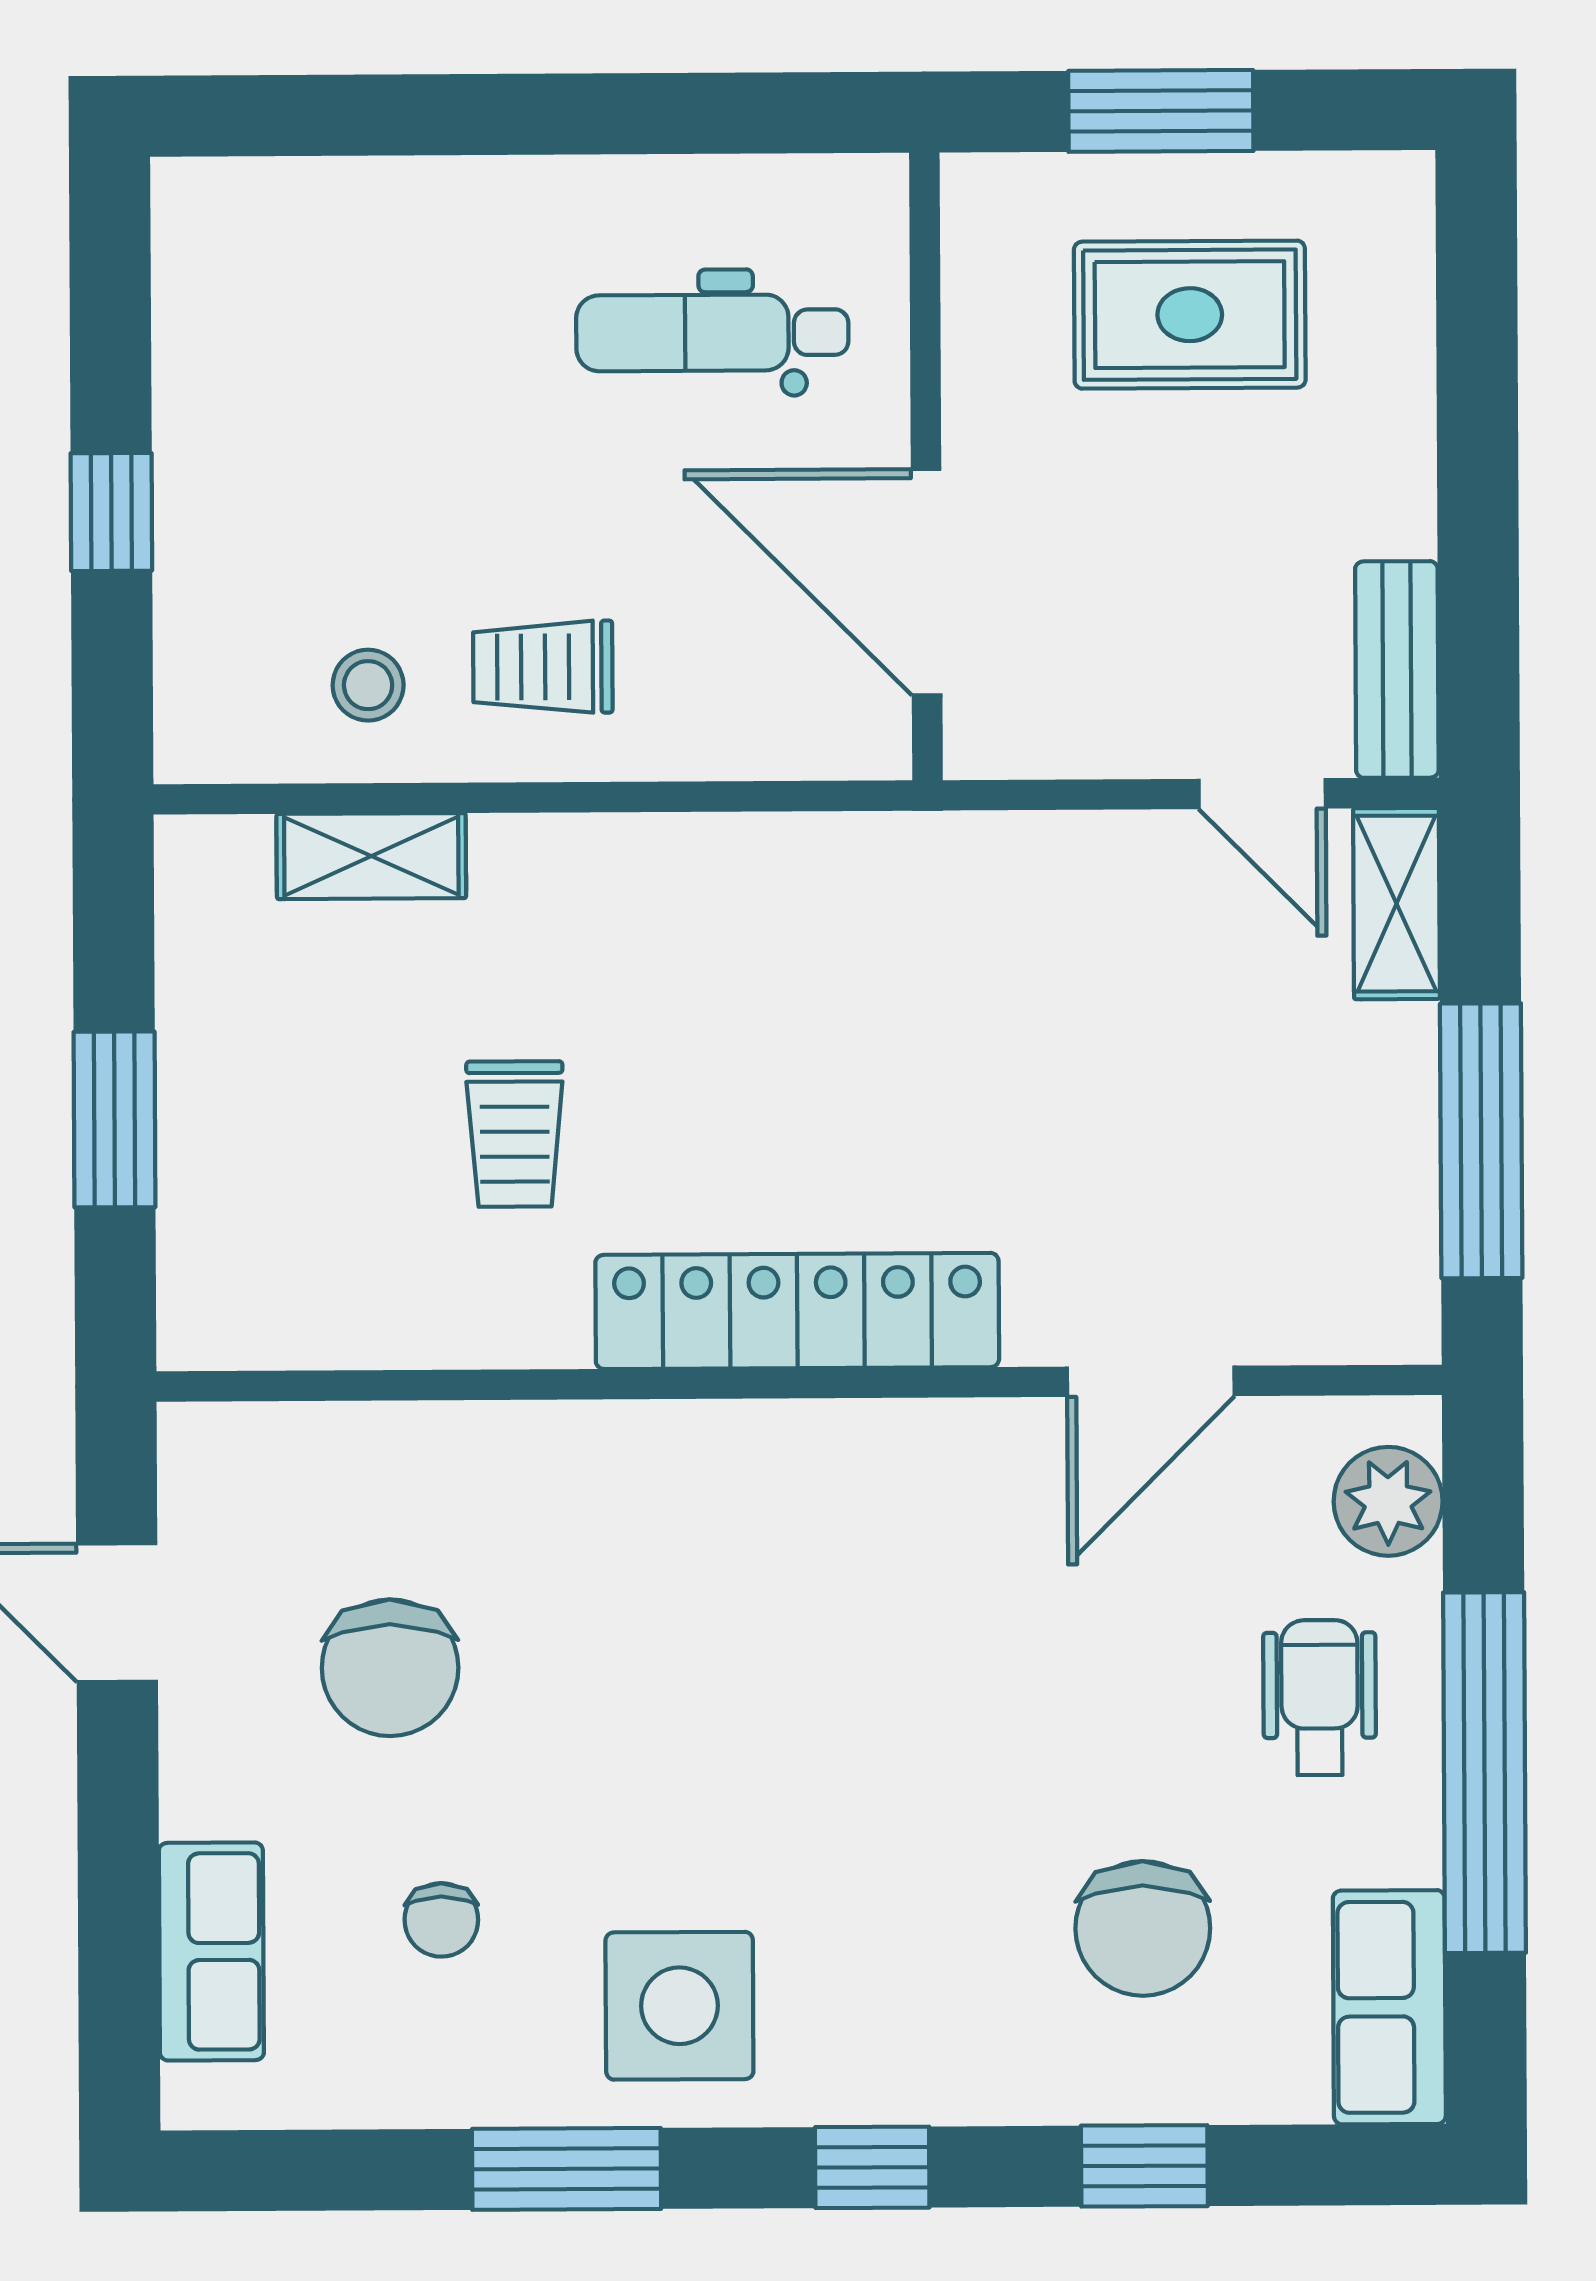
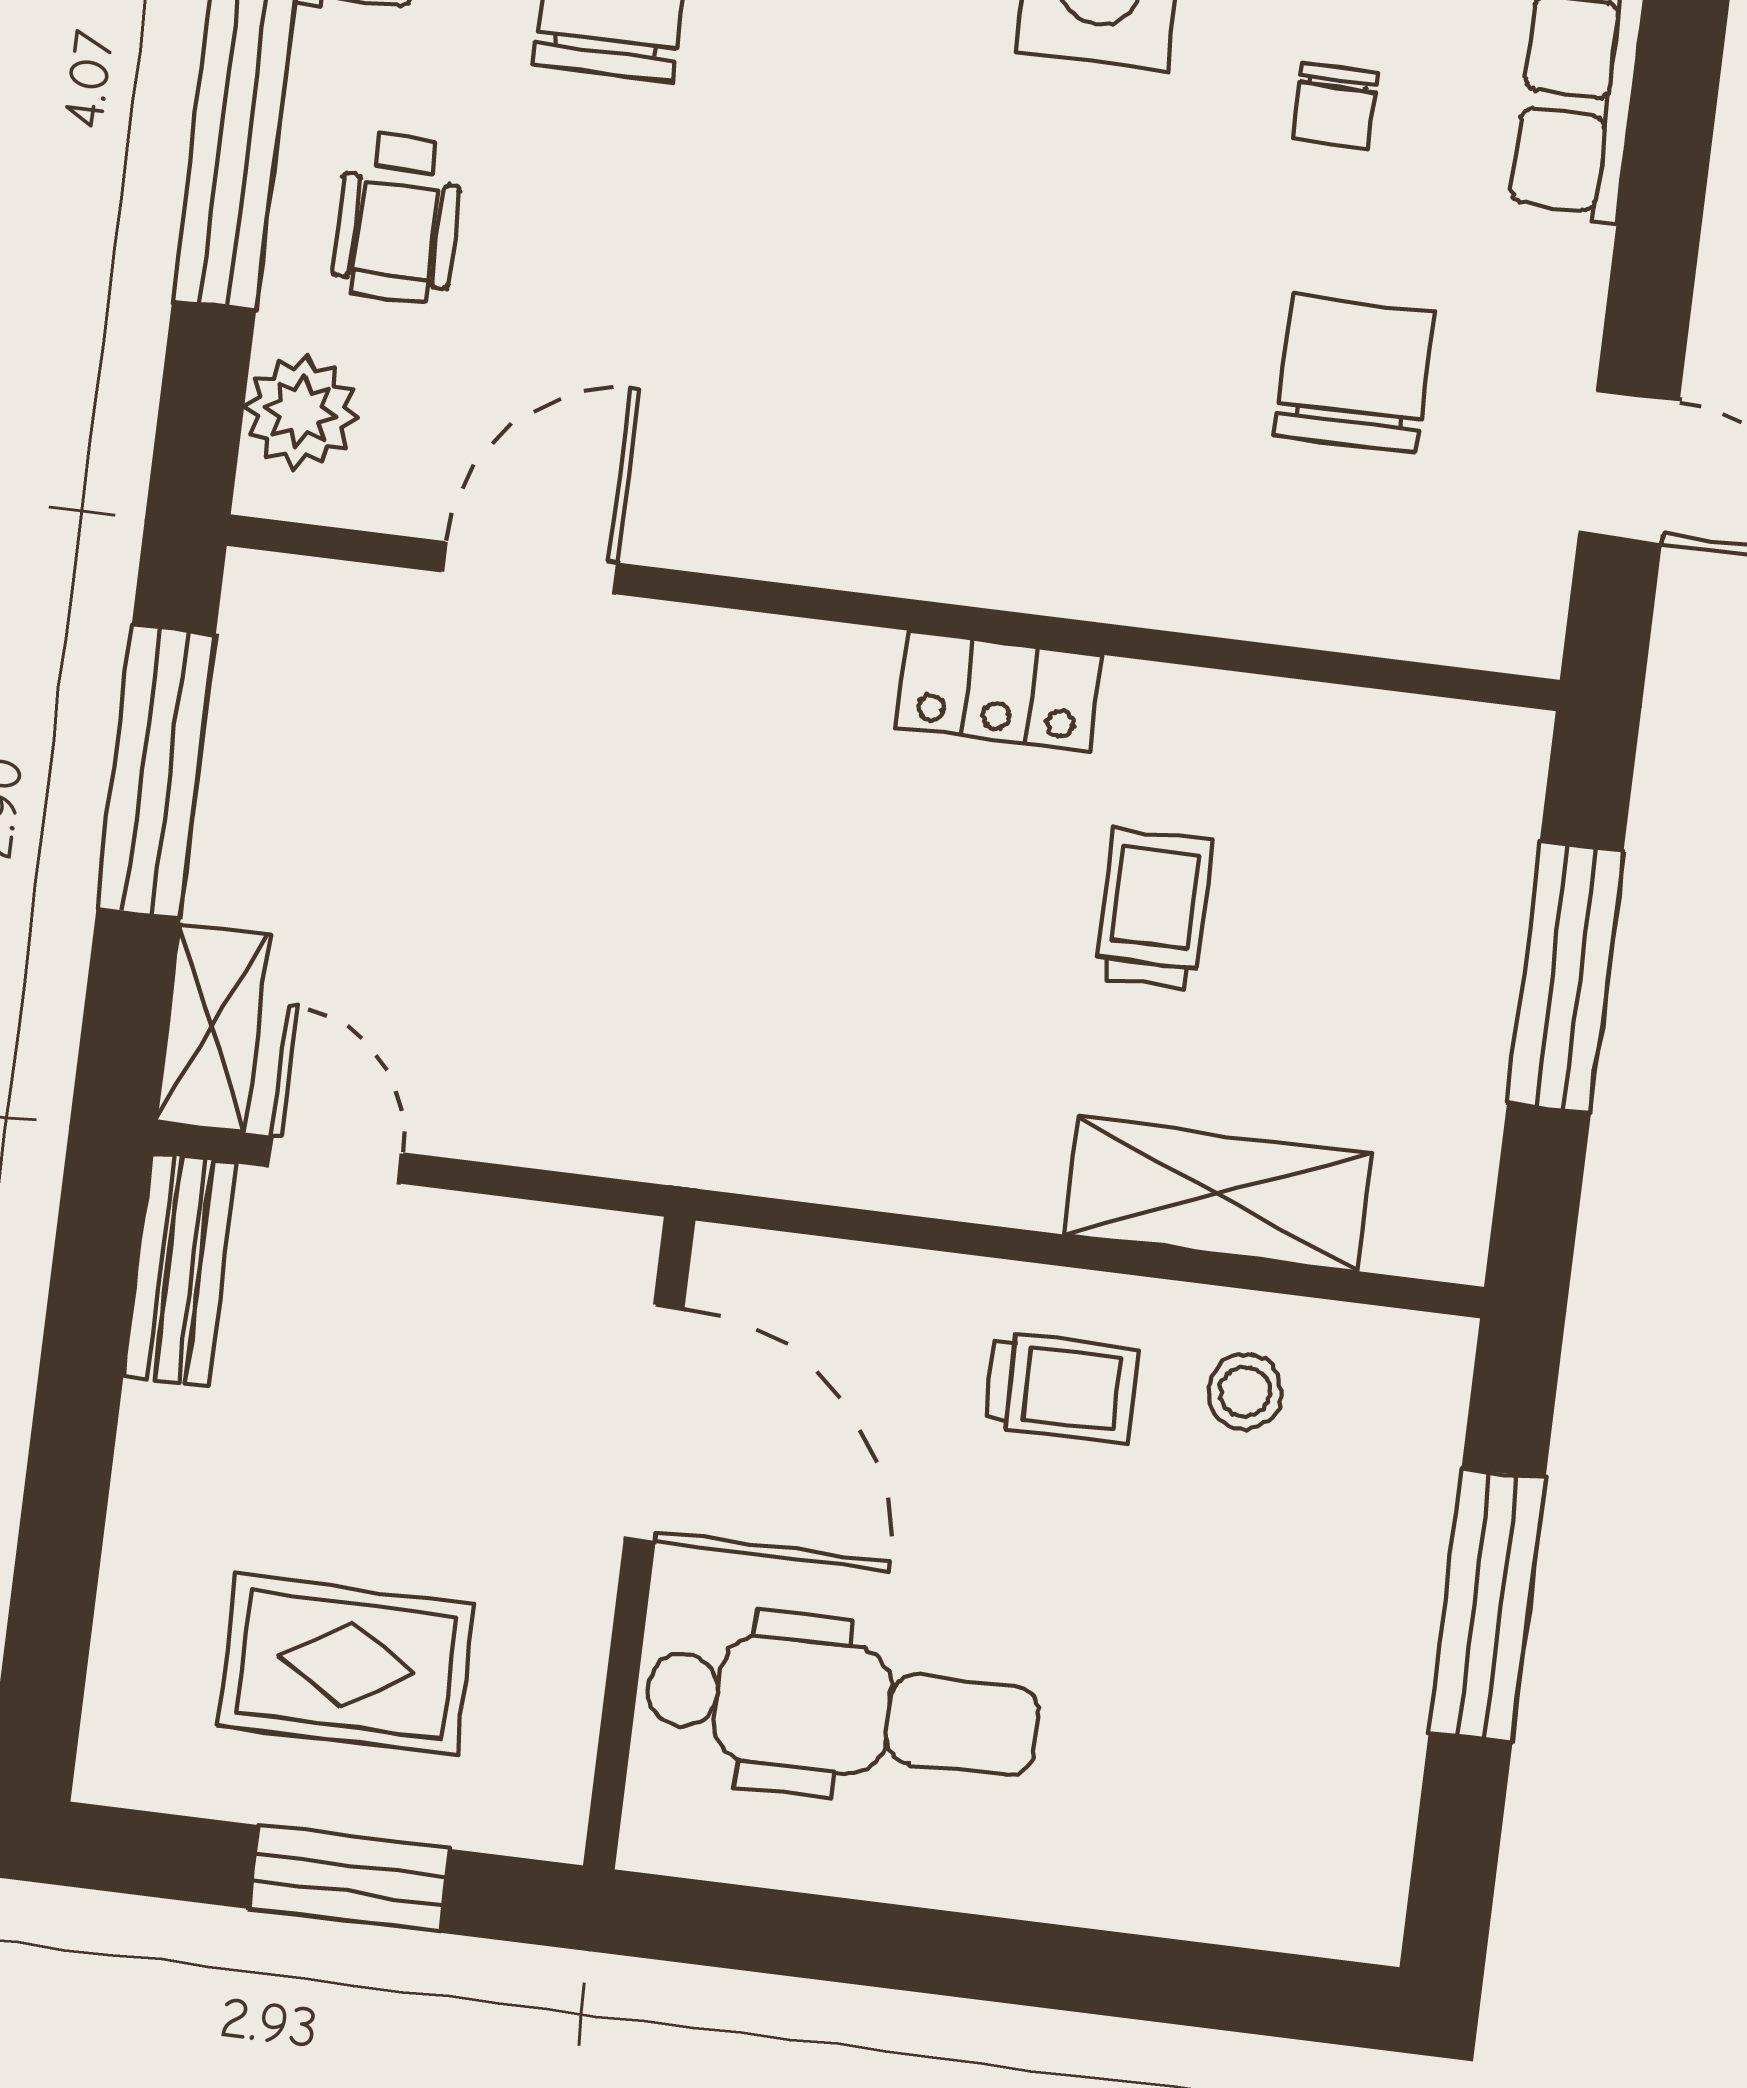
dental chair: (712, 333) -> (842, 1710), width x1.36, depth x1.38
window: (111, 512) -> (1487, 1605), width x2.17
shelving: (371, 856) -> (1218, 1194), width x1.50, depth x1.33
window: (115, 1119) -> (1565, 977), width x1.44
locker: (797, 1311) -> (999, 691), width x0.46, depth x0.83
chair: (441, 1920) -> (1335, 106), turned 180

